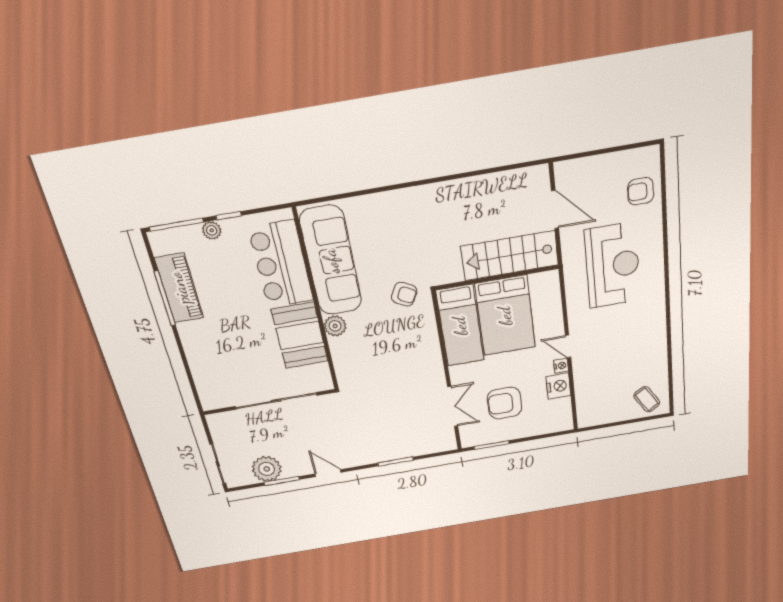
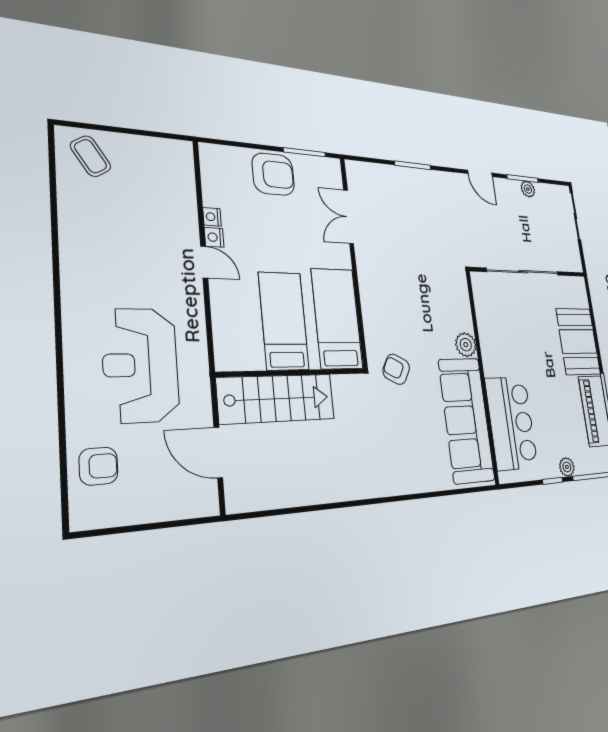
bed: (505, 316) -> (284, 321), width x0.67
booth: (300, 335) -> (578, 341), moved
nightstand: (558, 386) -> (212, 217), width x0.53, depth x0.56
armchair: (505, 403) -> (273, 174), moved
plant: (267, 469) -> (528, 189), width x0.53, depth x0.53

